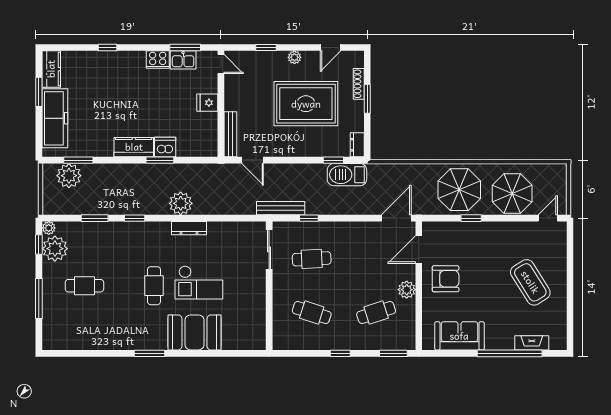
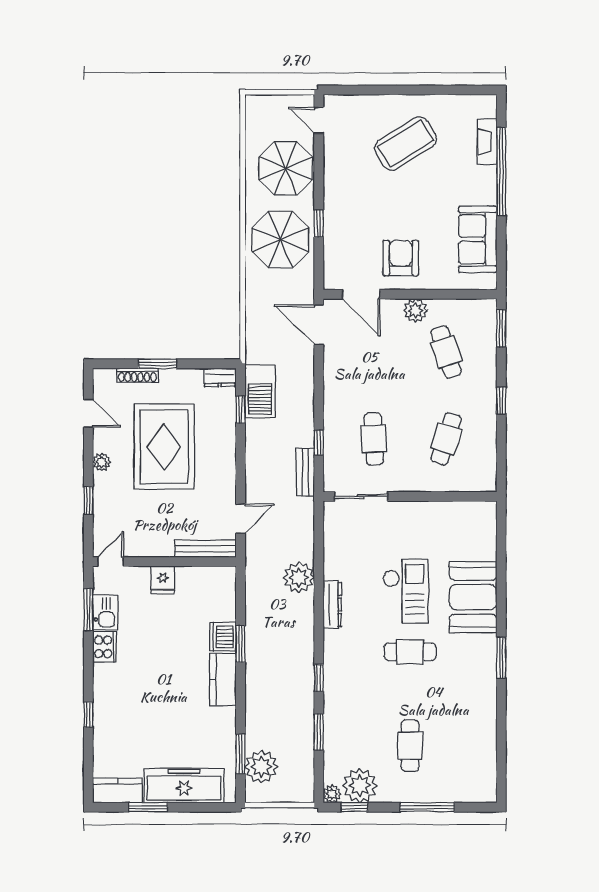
plant: (181, 203) -> (299, 577), moved
bench: (281, 208) -> (305, 472), width x0.73

